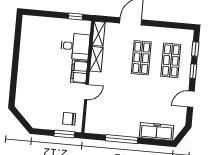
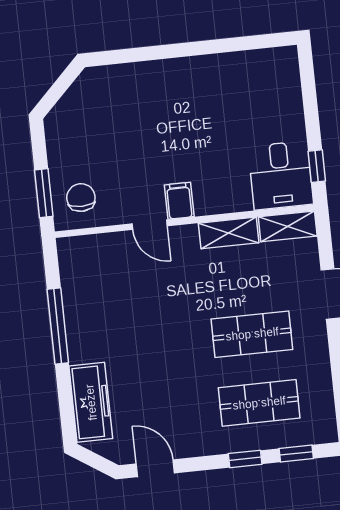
desk: (75, 46) -> (281, 175), moved
filing cabinet: (79, 72) -> (179, 201), width x0.50
door: (191, 99) -> (155, 468), moved

